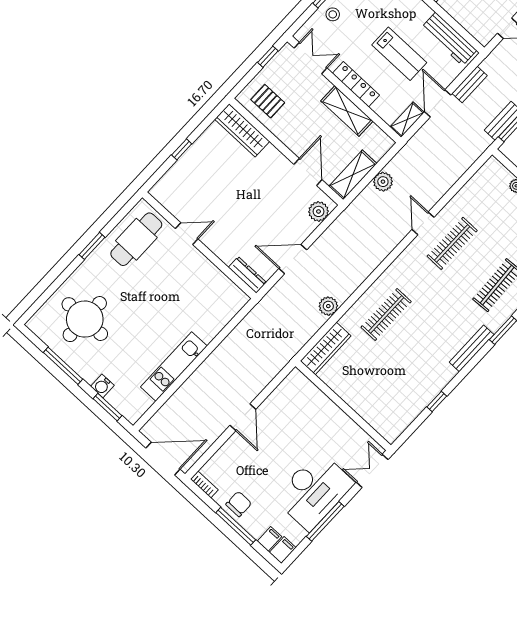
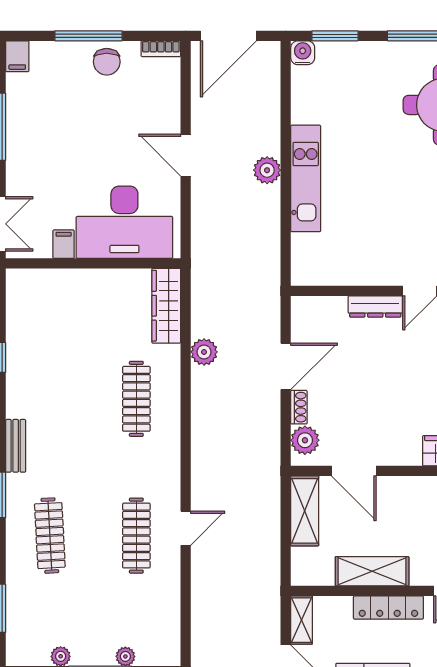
plant: (383, 182) -> (267, 170), moved
door: (423, 223) -> (186, 528), hinge flipped
shoe rack: (306, 232) -> (299, 407), added
dresser: (247, 275) -> (375, 306), moved
bench: (472, 348) -> (16, 446), width x0.73
kitchen unit: (174, 366) -> (306, 178), moved
water cooler: (102, 386) -> (303, 53), moved
desk: (314, 491) -> (124, 222), moved, turned -90
filing cabinet: (269, 539) -> (64, 244), moved, turned 180

